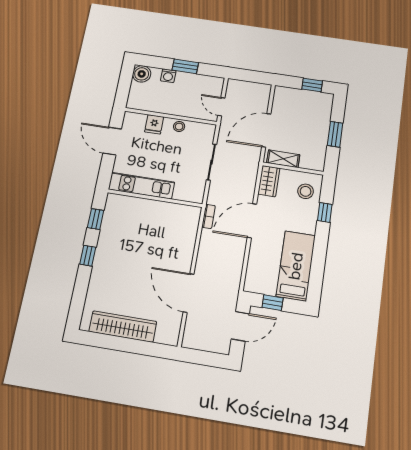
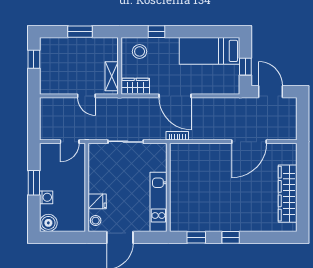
stool: (179, 127) -> (96, 221), moved
door: (266, 130) -> (86, 96), width x0.53

